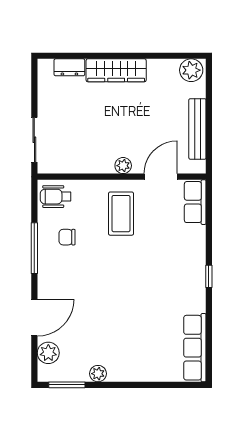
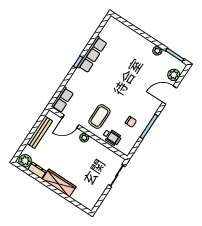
dresser: (69, 67) -> (37, 170), moved
wheelchair: (56, 197) -> (112, 137), moved
row of seats: (195, 348) -> (92, 55), moved

